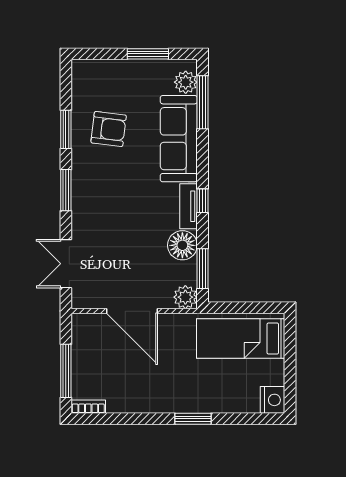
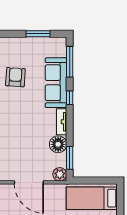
plant: (186, 82) -> (60, 50), removed
armchair: (109, 129) -> (15, 77), turned -93
window: (202, 201) -> (70, 98), moved

